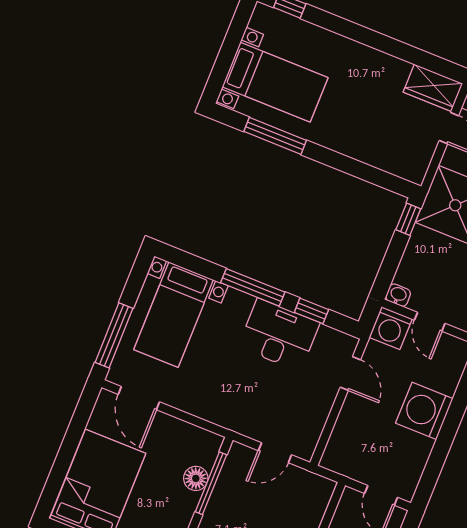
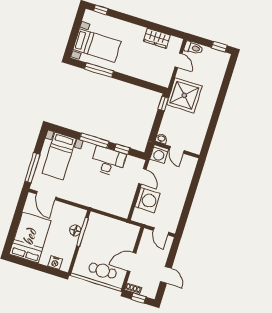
wardrobe: (433, 88) -> (157, 38), moved
washing machine: (424, 411) -> (147, 200), moved, turned 180
door: (275, 453) -> (111, 216), removed

